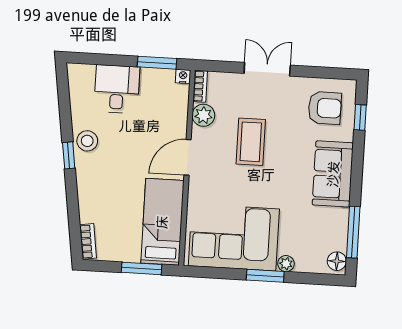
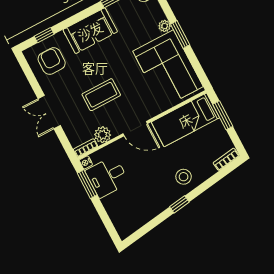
desk: (117, 89) -> (107, 177), moved
stool: (87, 141) -> (184, 177), moved

